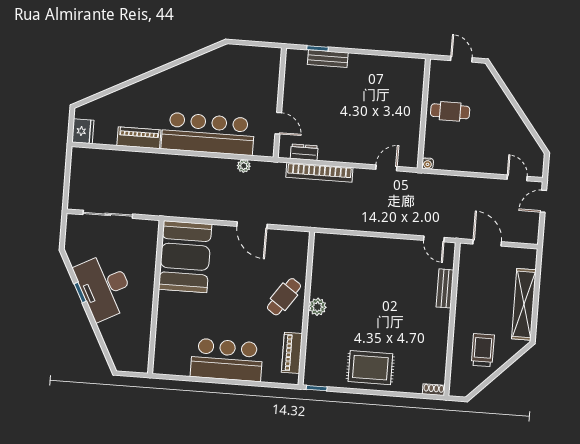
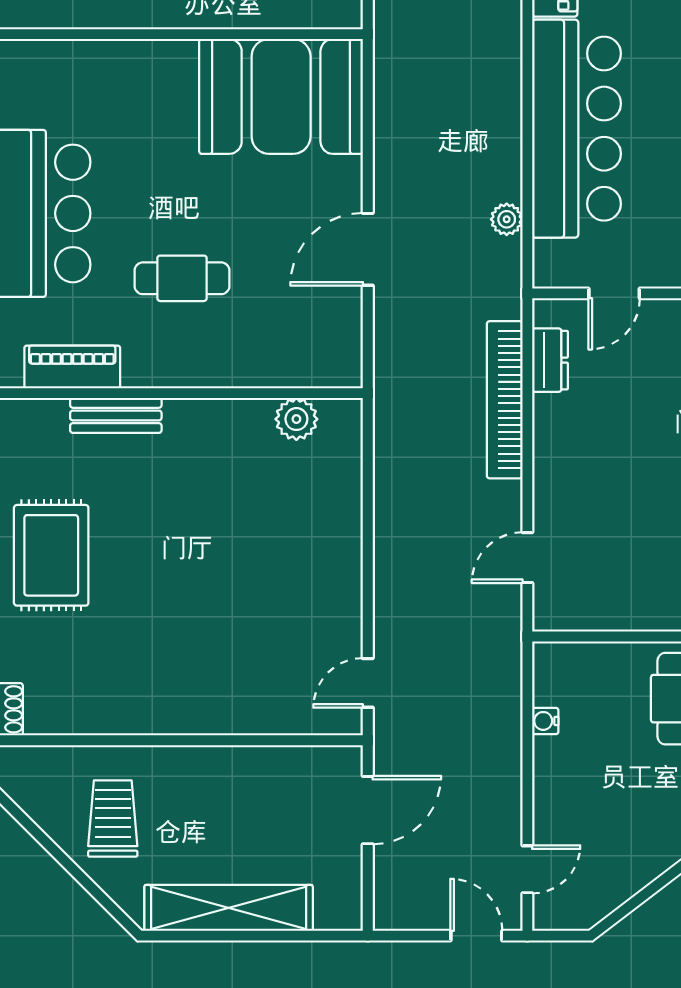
water cooler: (428, 163) -> (545, 721), moved
door: (386, 168) -> (527, 558), swing flipped
bench: (445, 288) -> (116, 415), moved
cafe table: (284, 297) -> (182, 278), moved, turned -35
plant: (317, 307) -> (296, 419), moved
trolley: (483, 350) -> (113, 819), turned -90

